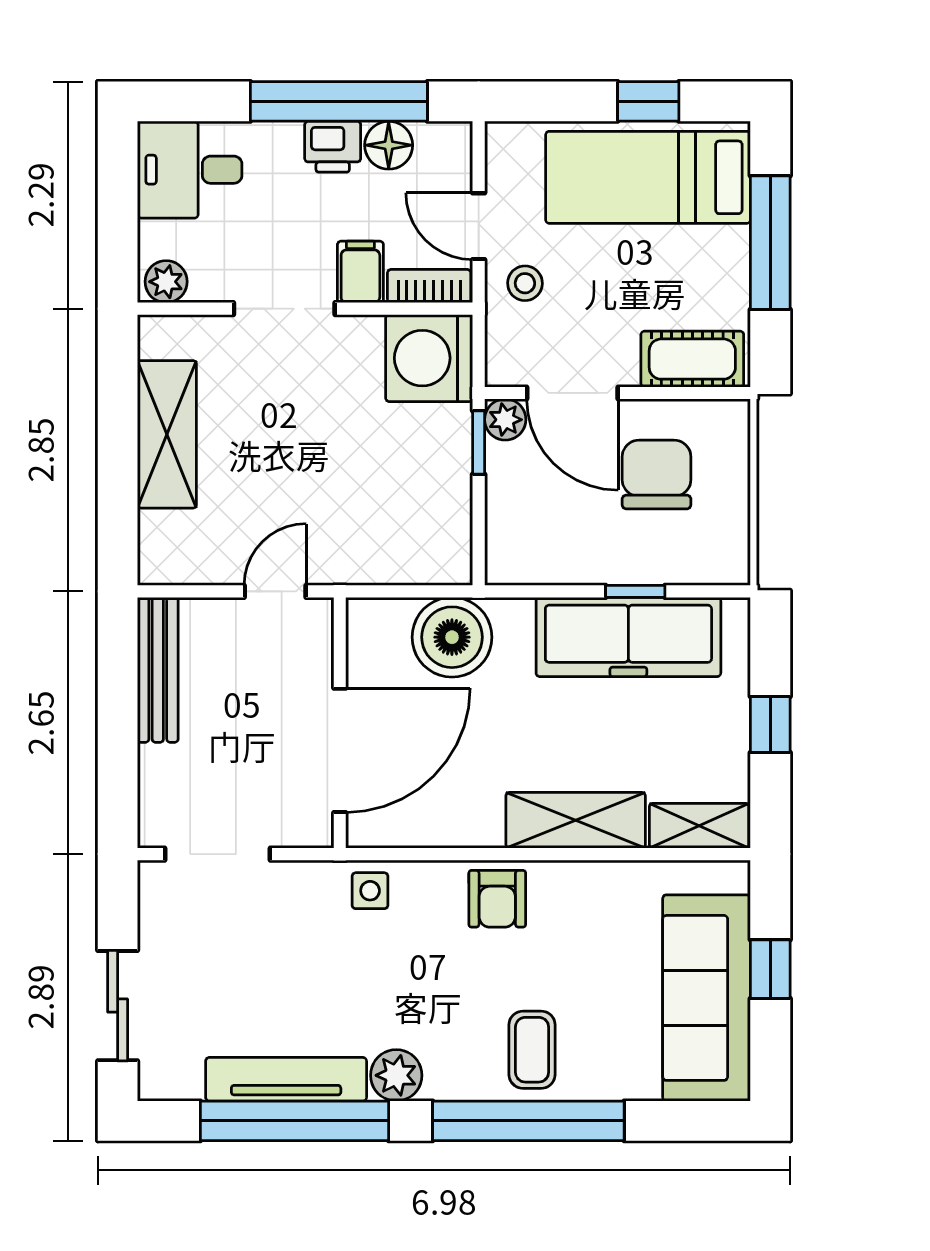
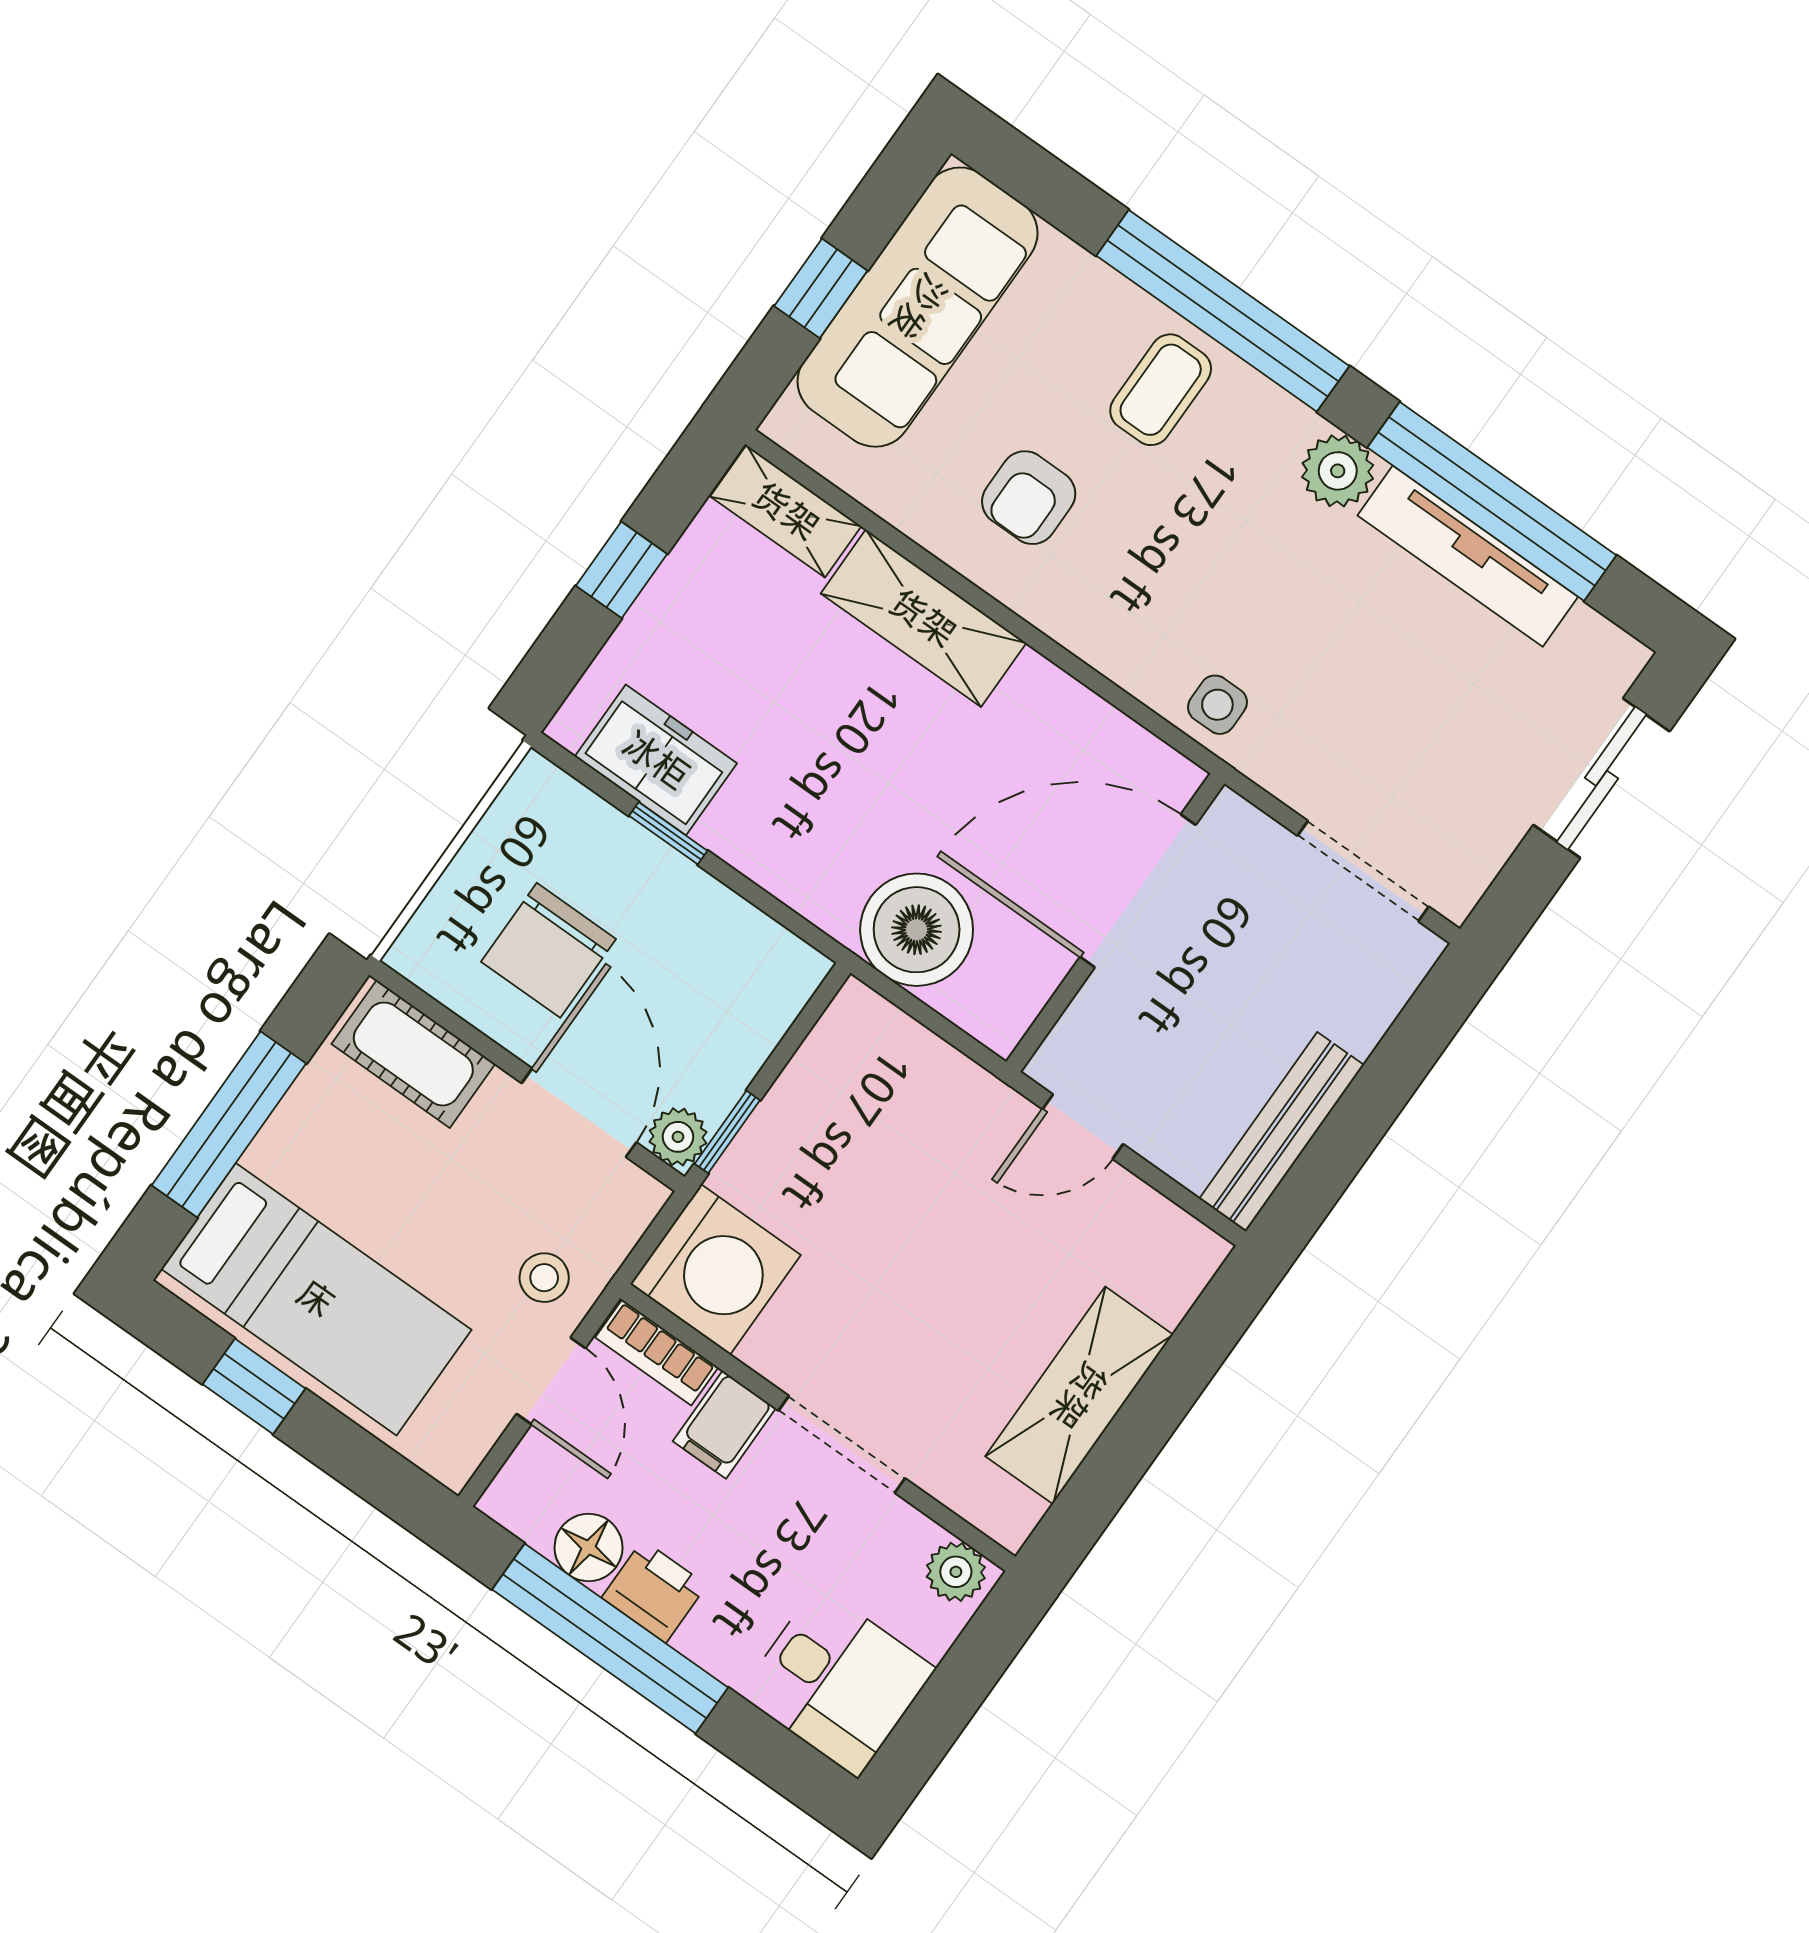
freezer: (628, 637) -> (656, 760), width x0.52, depth x0.79
armchair: (497, 899) -> (1029, 498), moved, turned 180

